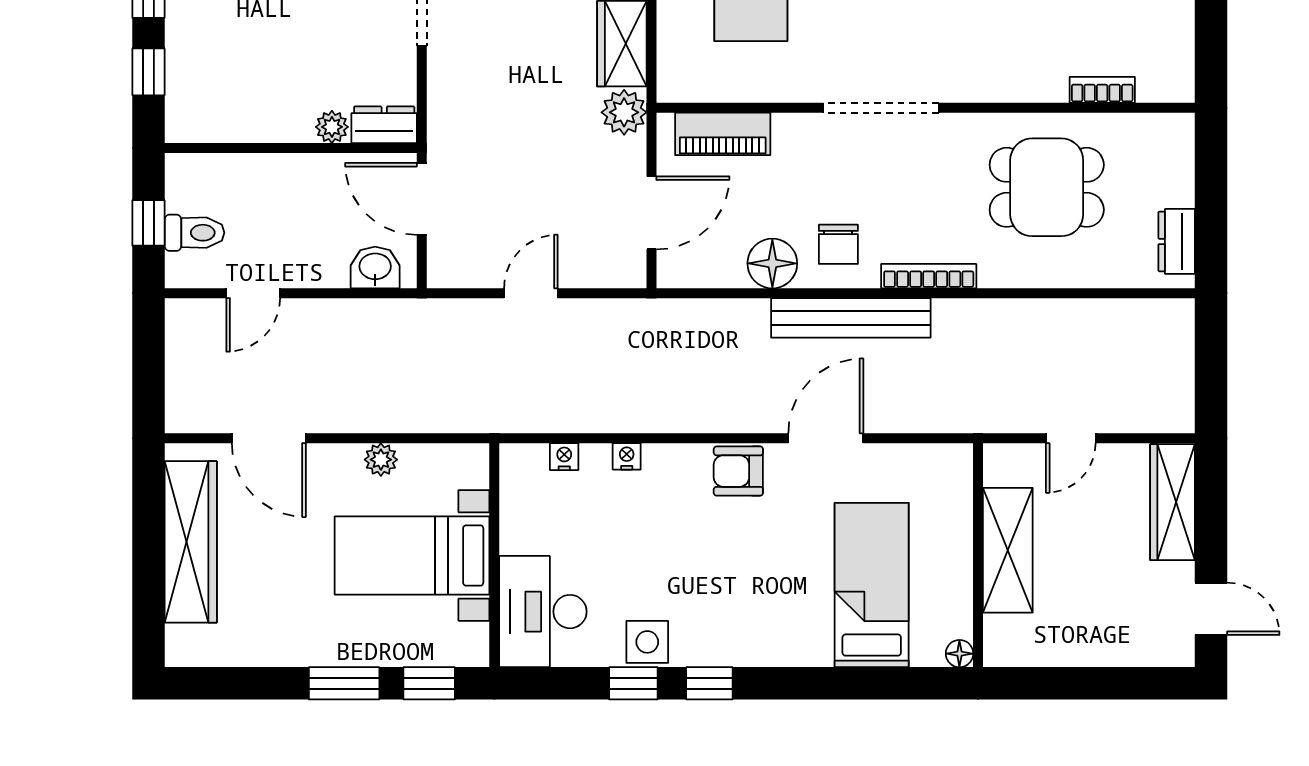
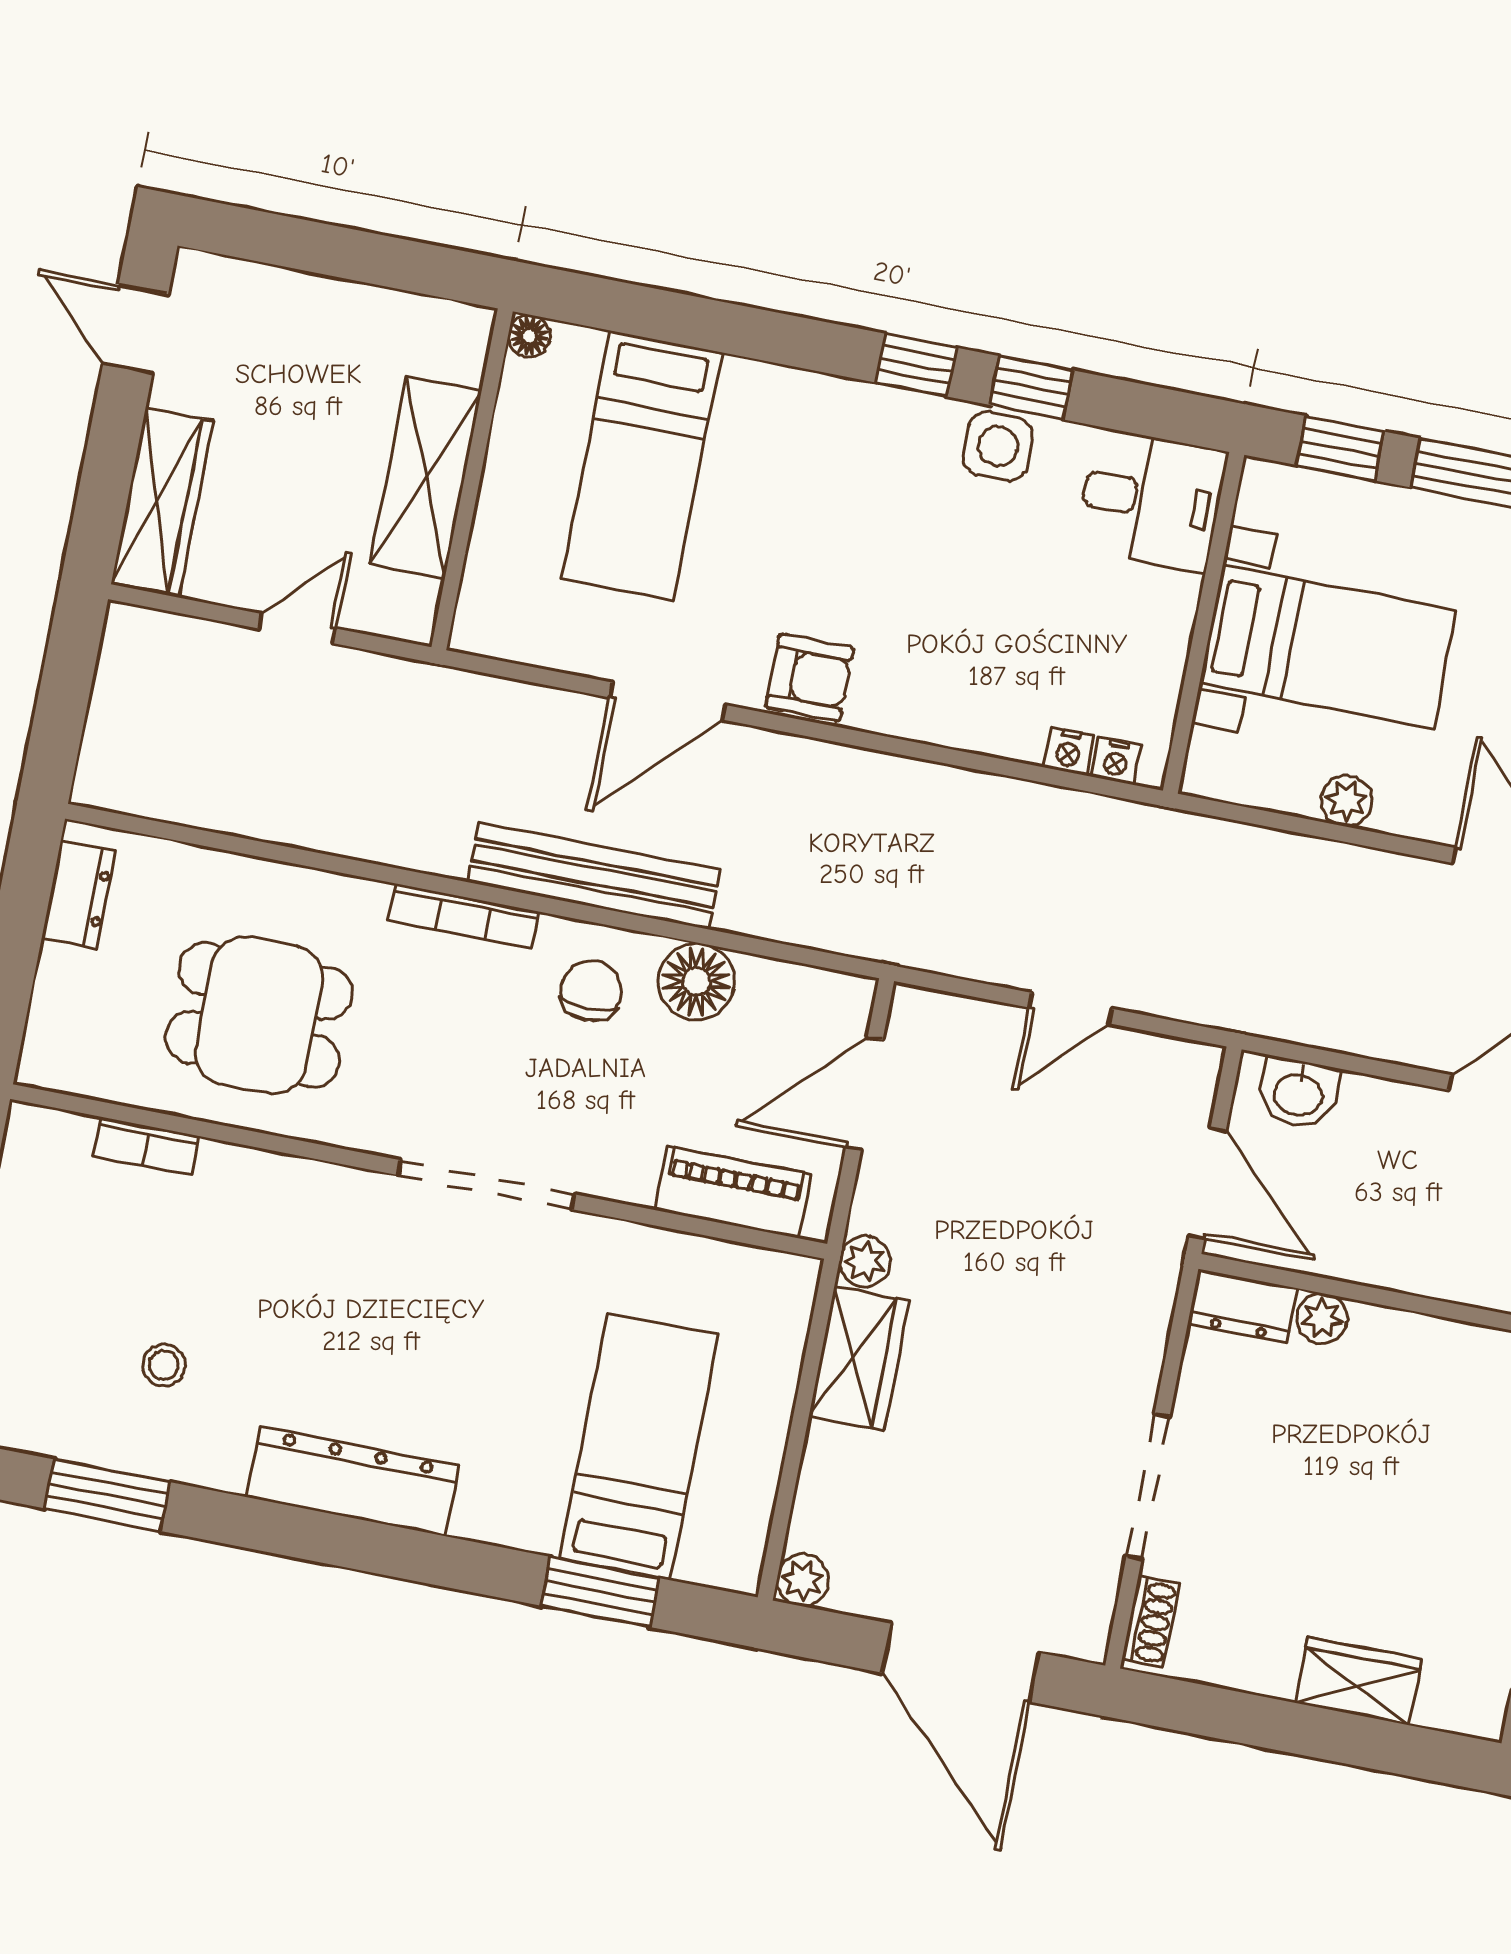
plant: (624, 112) -> (865, 1261), width x0.73, depth x0.73
nightstand: (627, 456) -> (1116, 761), moved
desk: (543, 612) -> (1151, 500), width x0.73

